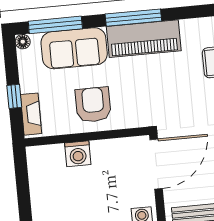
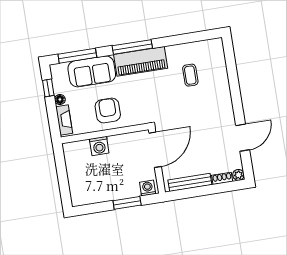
floor lamp: (23, 42) -> (60, 99), moved
window: (14, 96) -> (48, 88), moved

